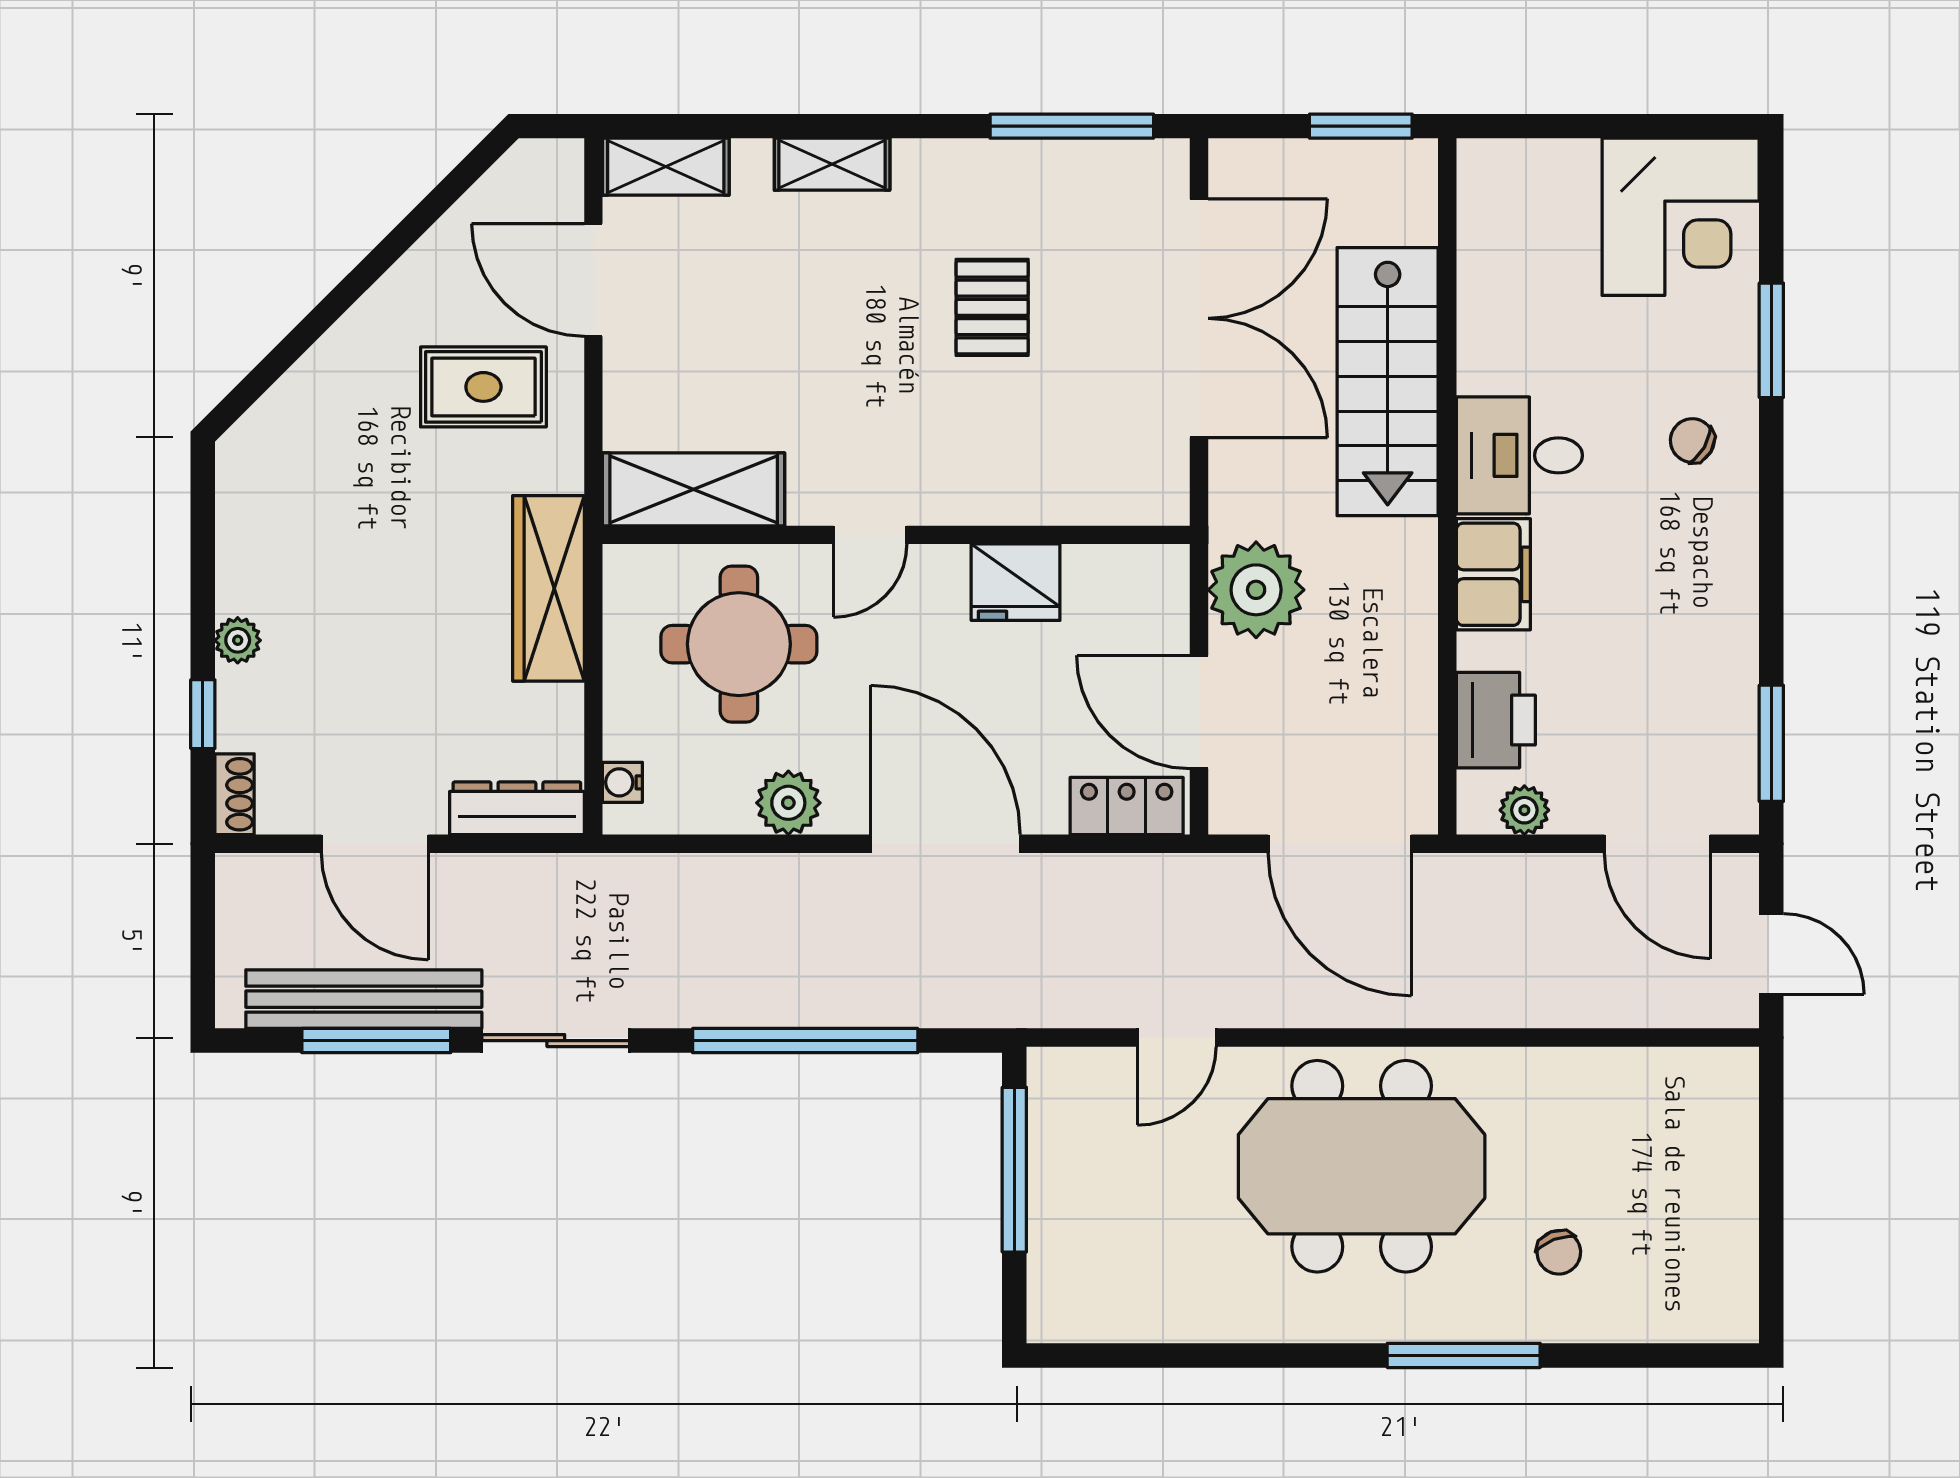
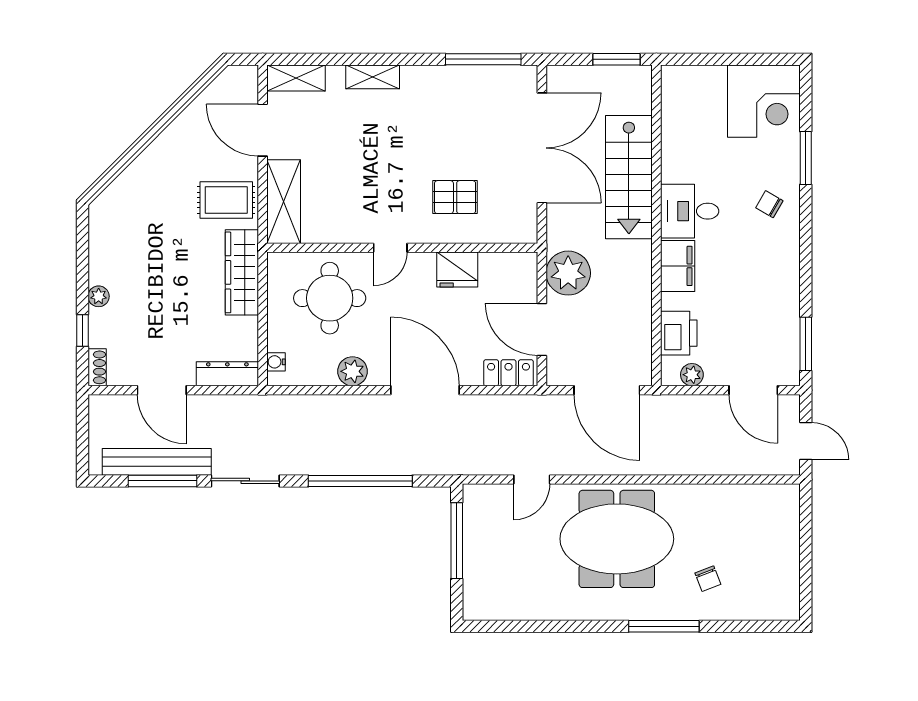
pallet: (992, 307) -> (455, 197), moved, turned 90
rug: (483, 387) -> (226, 200), moved
shelving: (694, 489) -> (284, 202), moved, turned 90

